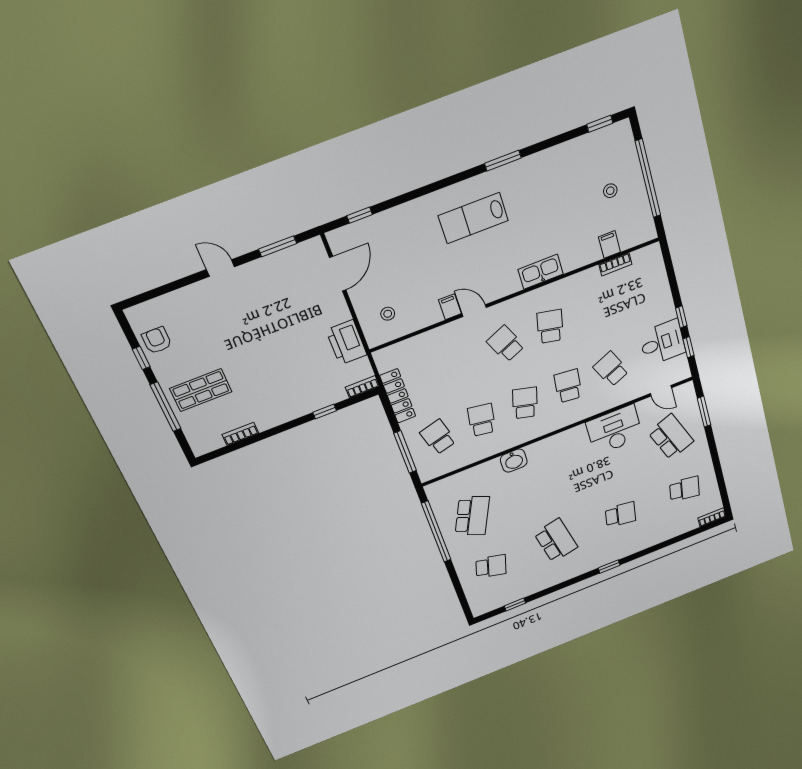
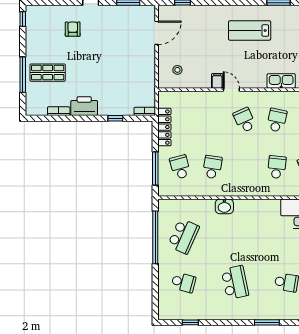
armchair: (157, 340) -> (73, 29), moved
printer: (346, 342) -> (84, 106), moved, turned 90
window: (141, 358) -> (23, 19), moved
school desk: (525, 403) -> (245, 167), removed
window: (609, 567) -> (267, 322), width x1.50

